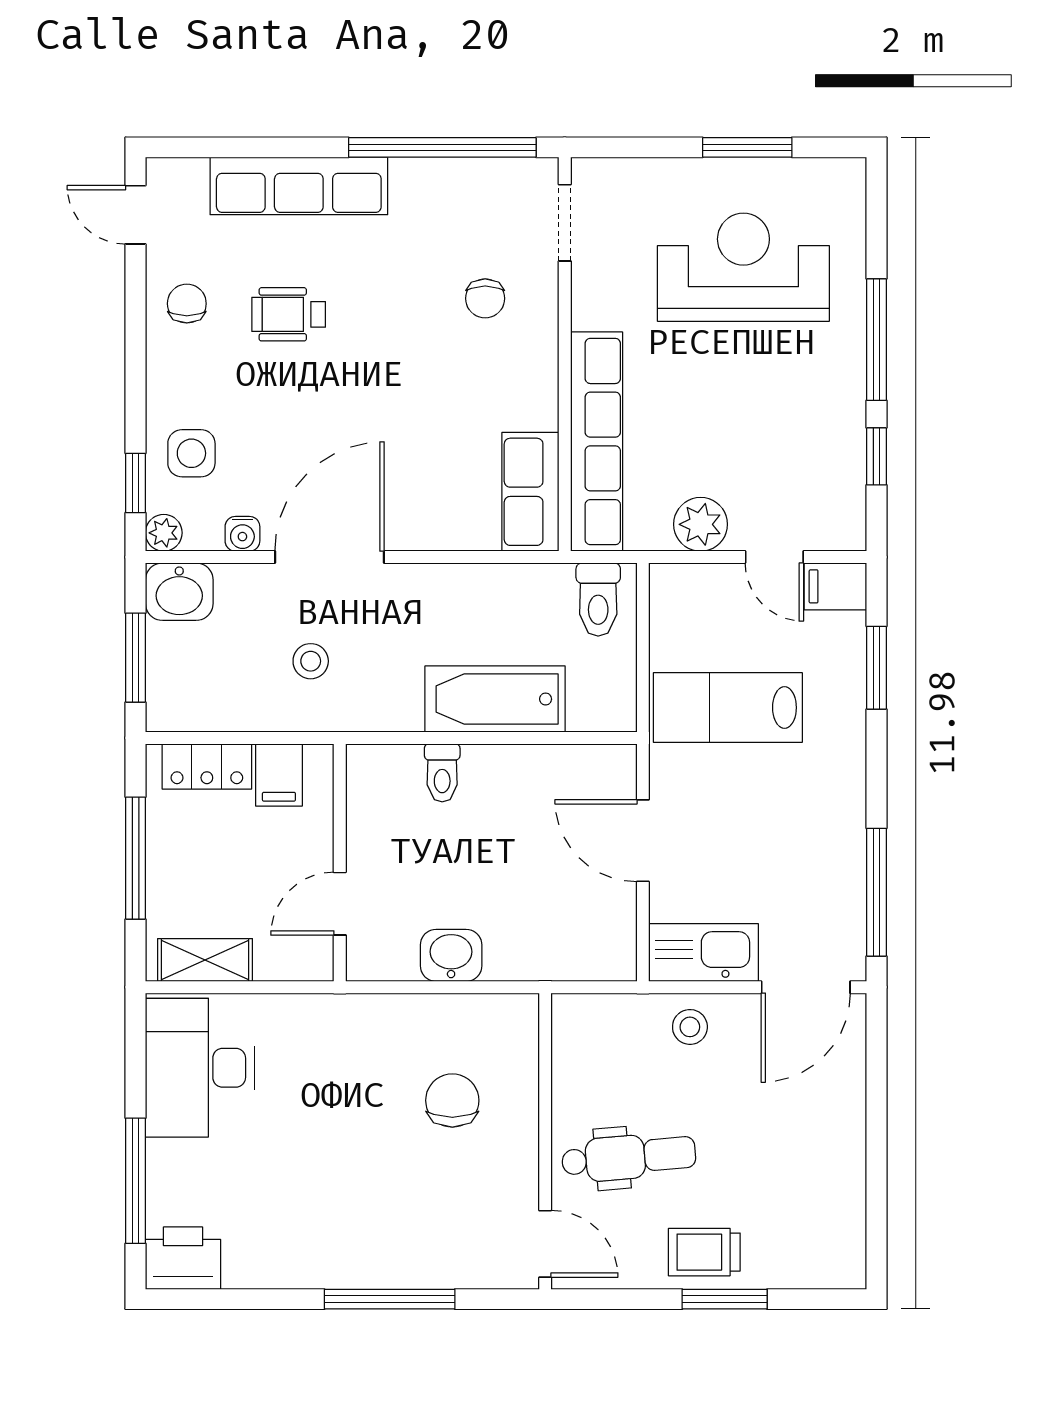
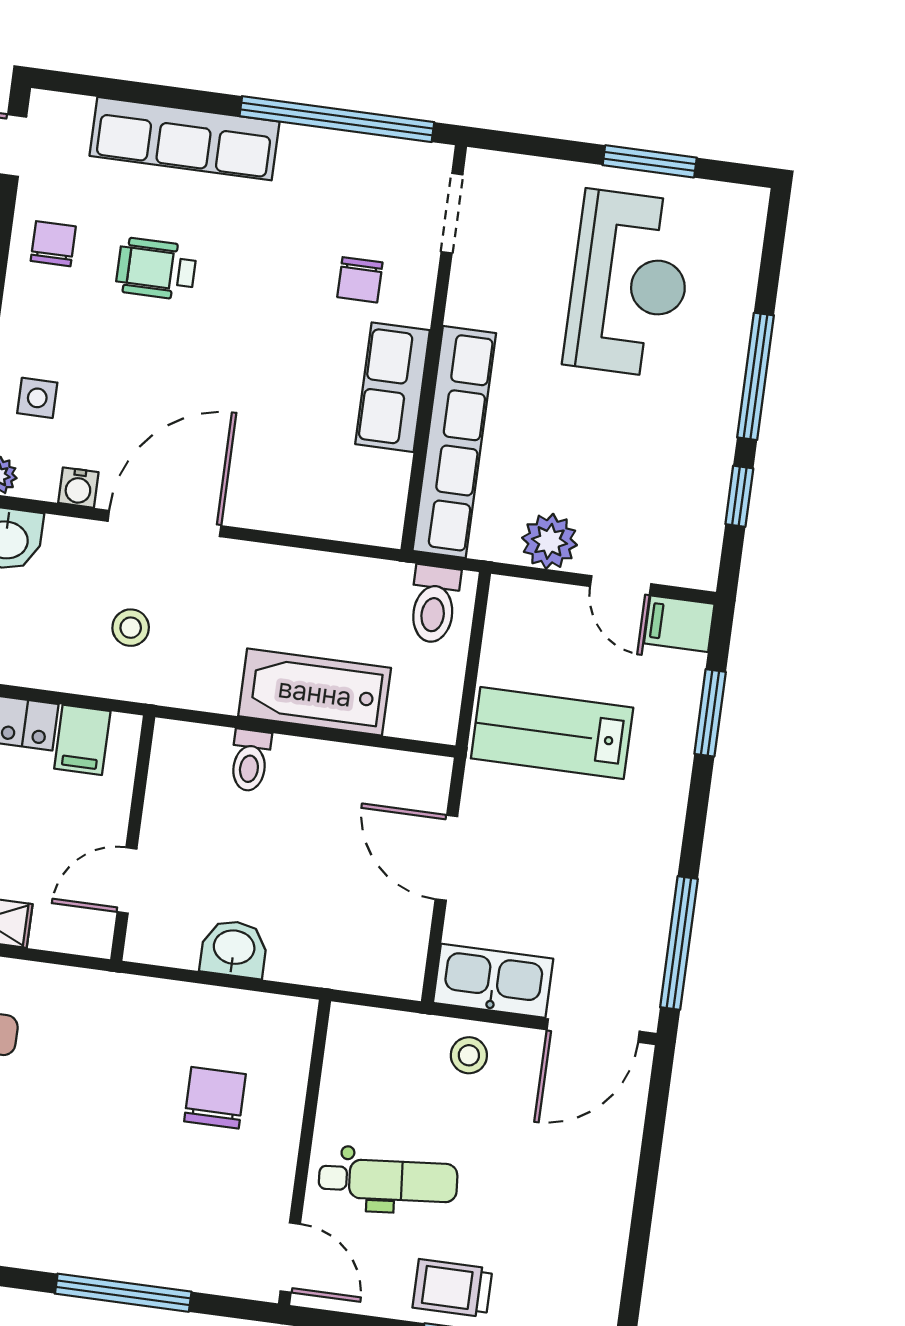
reception desk: (743, 267) -> (629, 284), turned 90
side table: (191, 453) -> (37, 398), width x0.73, depth x0.73
row of seats: (530, 492) -> (393, 387), moved

